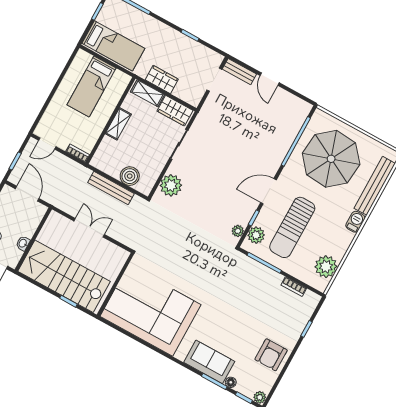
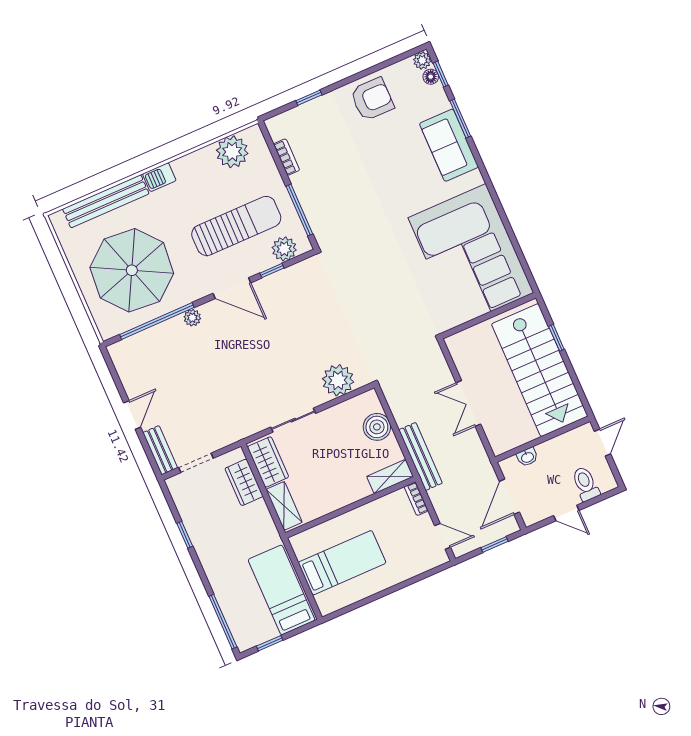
wardrobe: (162, 79) -> (244, 482), moved
shelving: (118, 124) -> (390, 476), moved
bench: (111, 188) -> (421, 456), moved
plant: (238, 231) -> (192, 318), moved
washbasin: (23, 243) -> (527, 457), moved
floor lamp: (231, 382) -> (431, 77), moved

